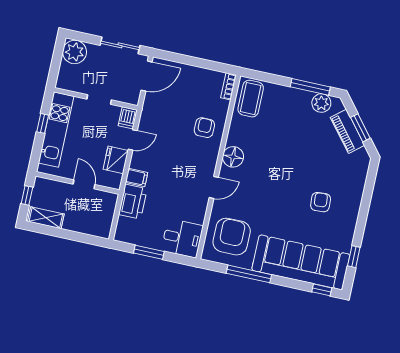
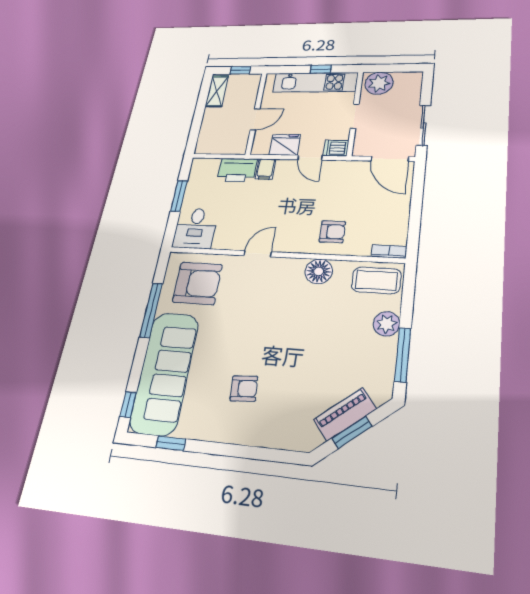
plant: (75, 52) -> (379, 83), moved
plant: (321, 103) -> (386, 324), moved
floor lamp: (233, 157) -> (319, 271), moved
door: (214, 187) -> (258, 254), swing flipped

